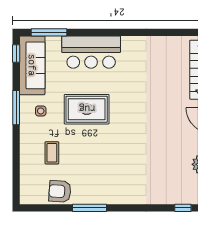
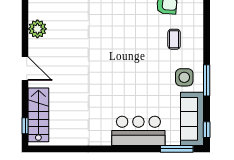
rug: (87, 109) -> (142, 79), removed
side table: (41, 111) -> (184, 77), width x1.87, depth x1.87

